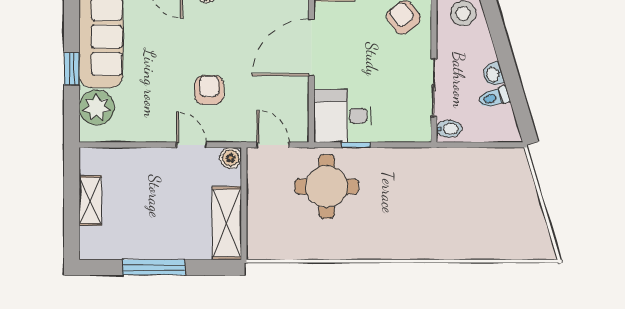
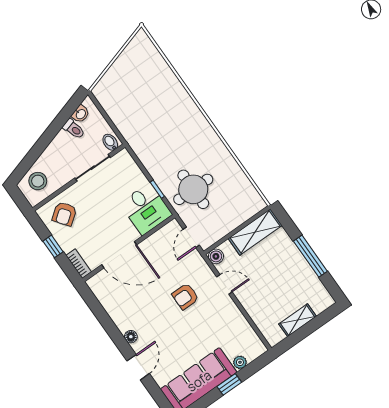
washbasin: (493, 74) -> (81, 114), moved
plant: (97, 108) -> (240, 362), width x0.53, depth x0.53
door: (191, 145) -> (224, 284), swing flipped

